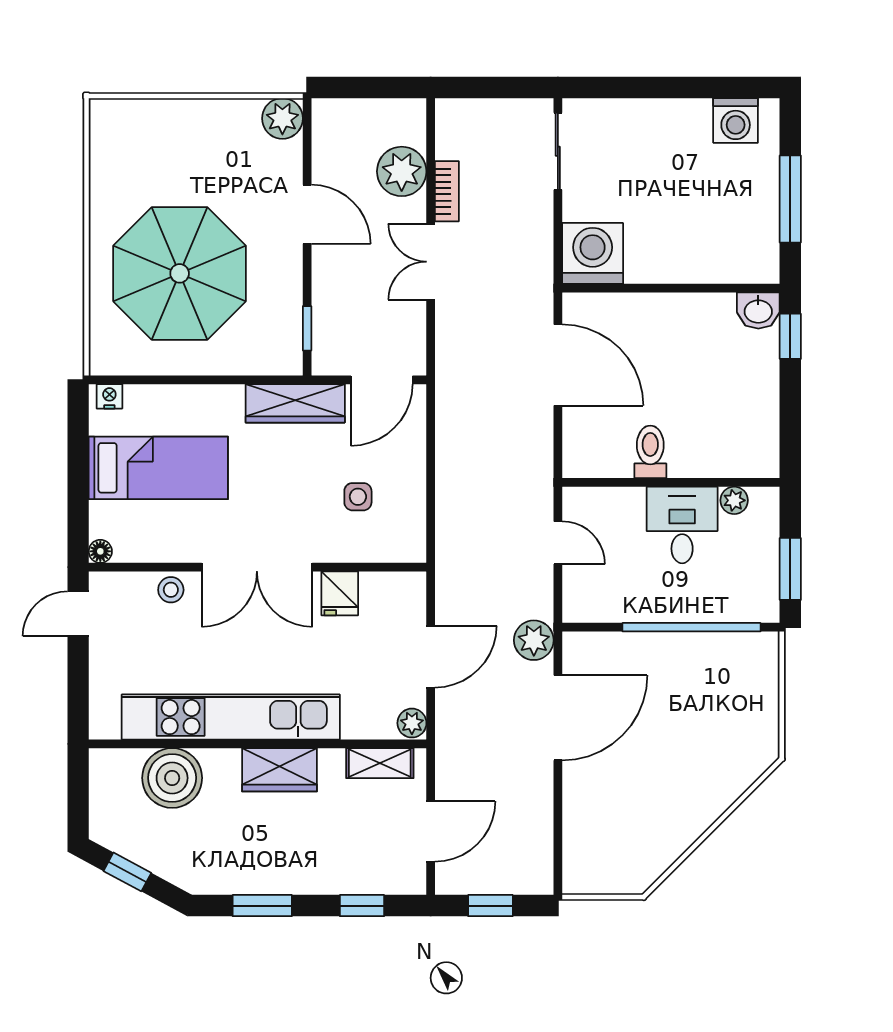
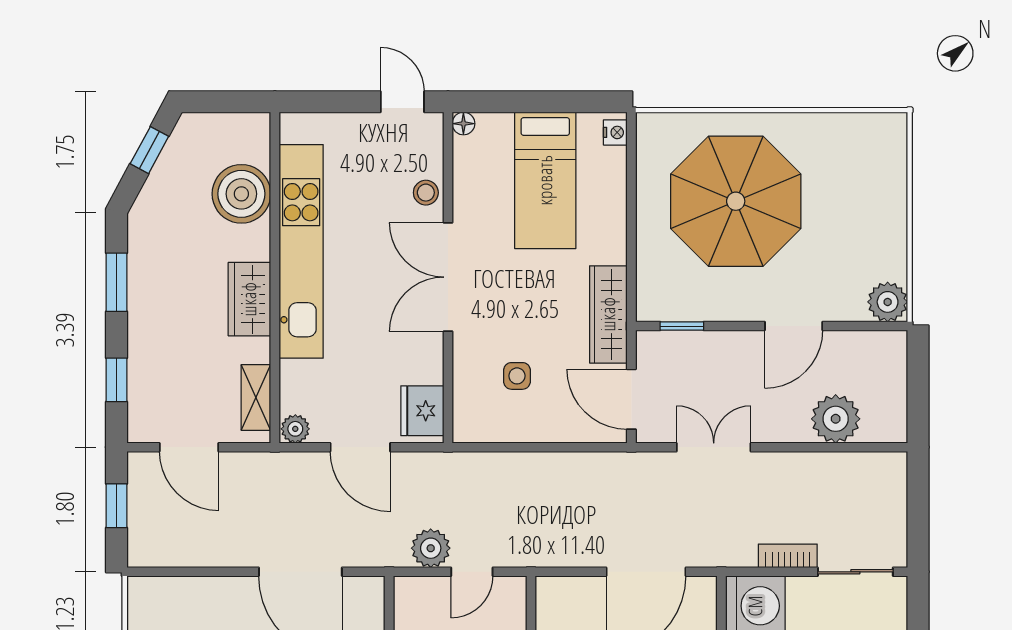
bookcase: (447, 191) -> (788, 556), moved, turned 180
double door: (431, 262) -> (714, 447), moved
fridge: (340, 593) -> (422, 411), moved, width x1.38
plant: (534, 640) -> (431, 548), moved

